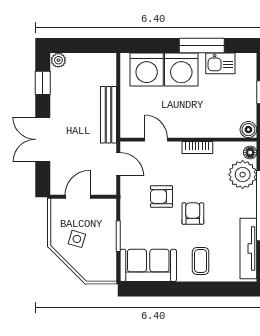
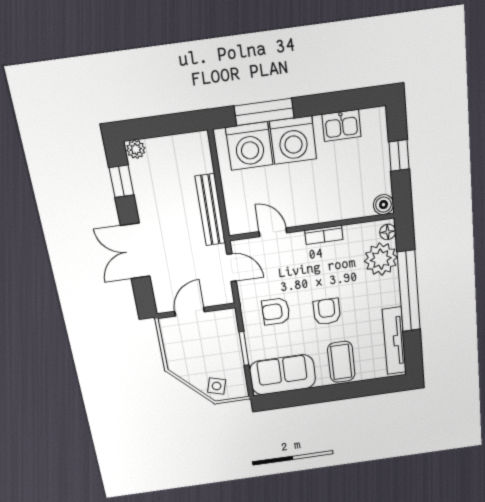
window: (202, 46) -> (264, 112), moved
armchair: (161, 197) -> (276, 311), moved
side table: (77, 239) -> (217, 386), moved
coffee table: (201, 261) -> (341, 362), width x1.36, depth x1.30

